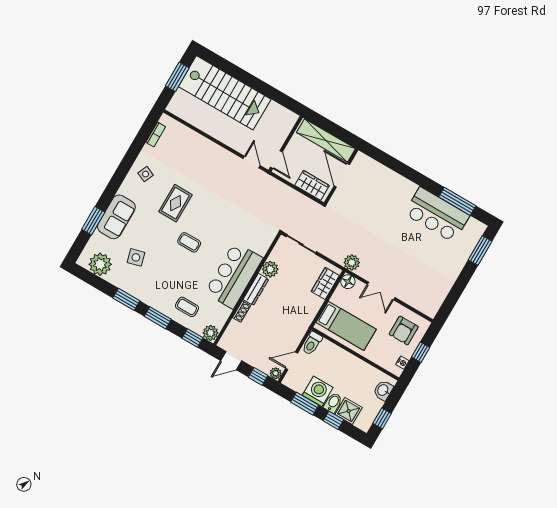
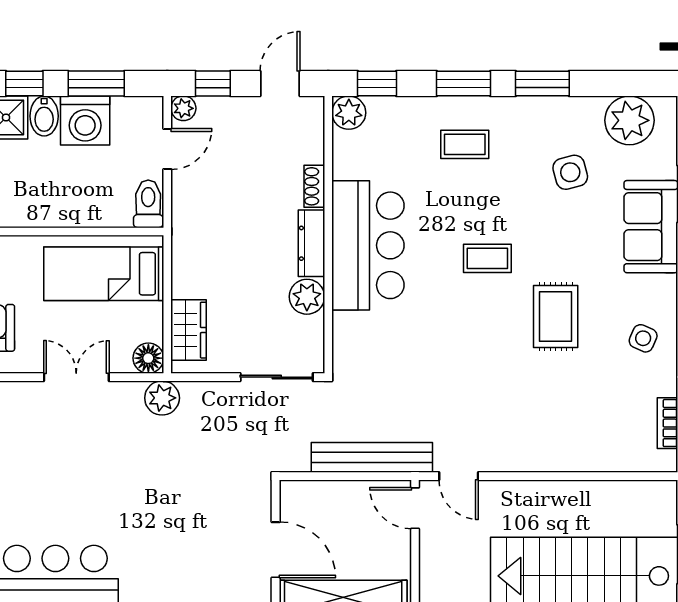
wardrobe: (312, 185) -> (320, 499), removed
bench: (282, 190) -> (372, 457), added
coffee table: (187, 307) -> (465, 144), moved

